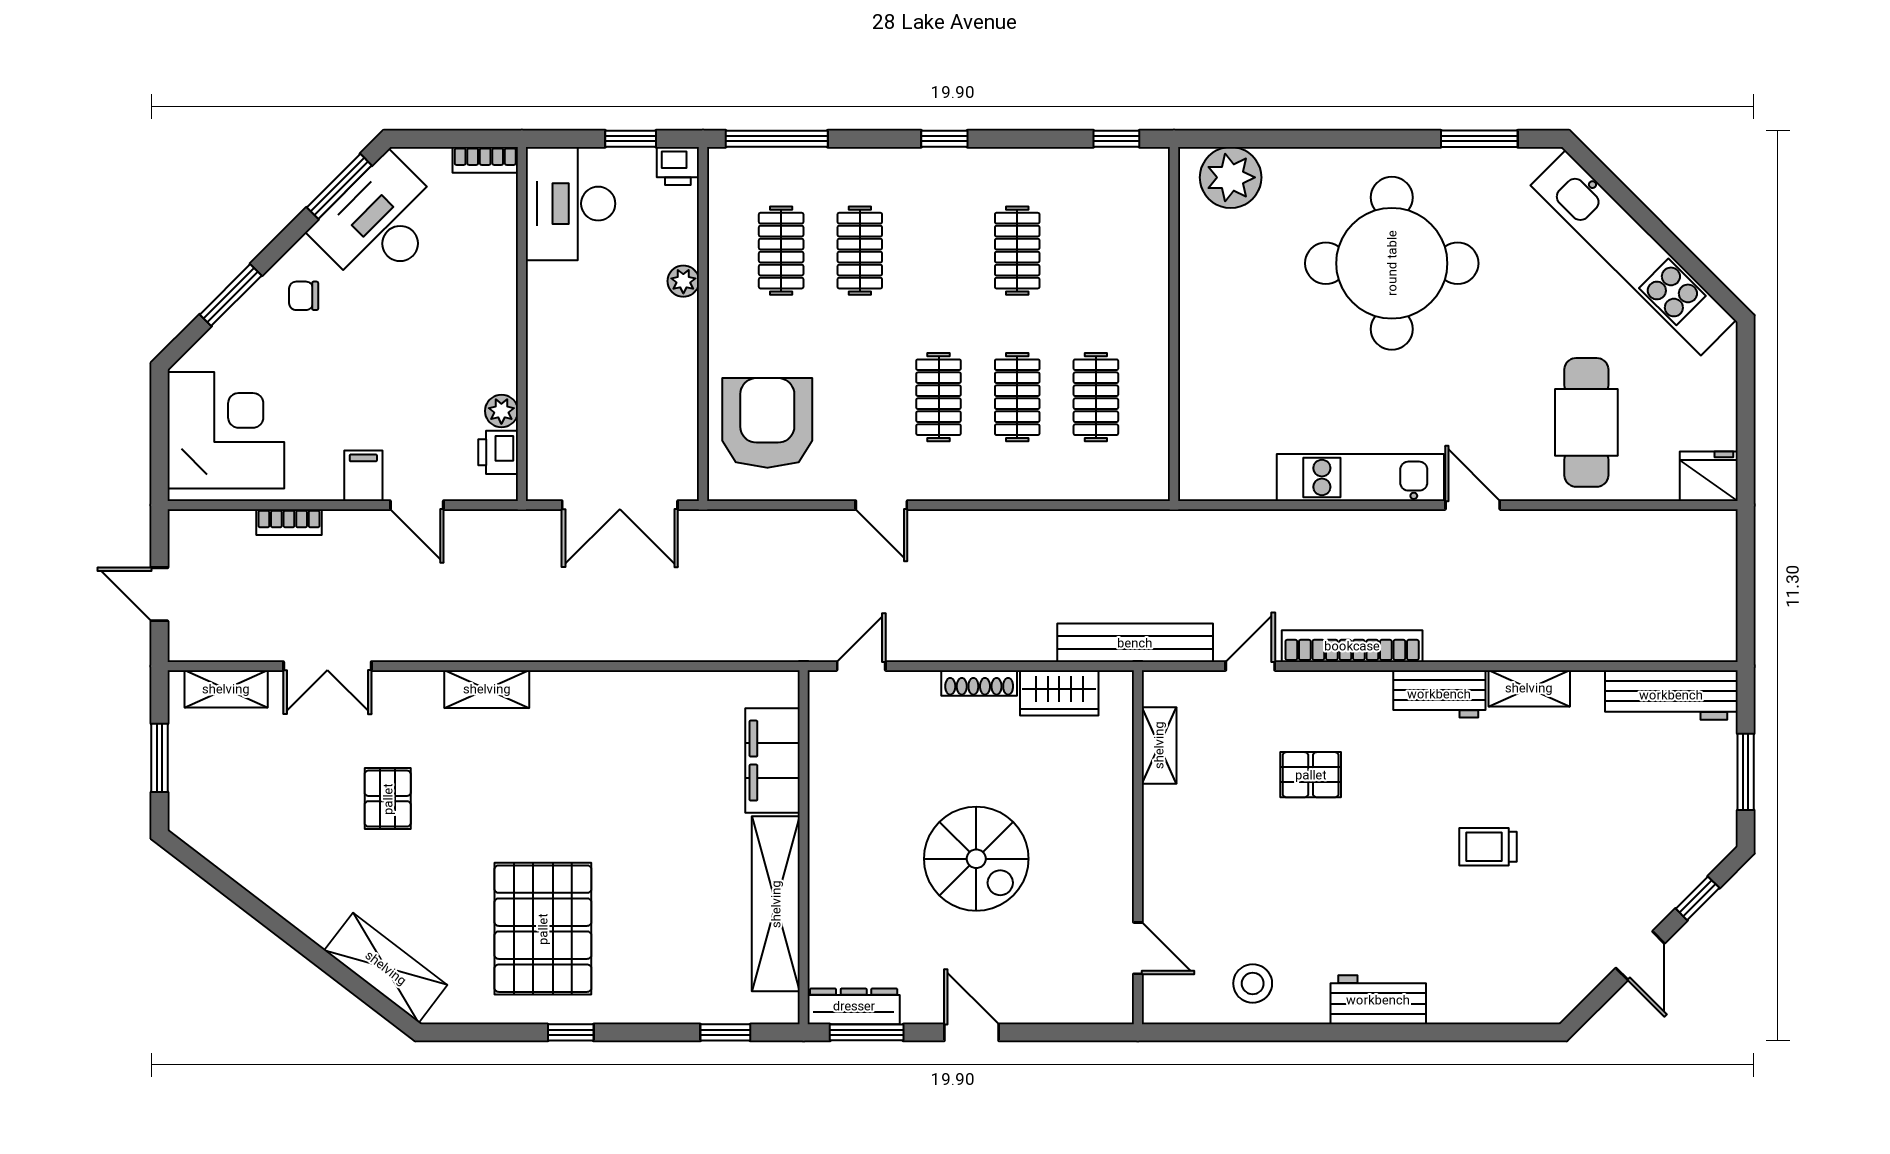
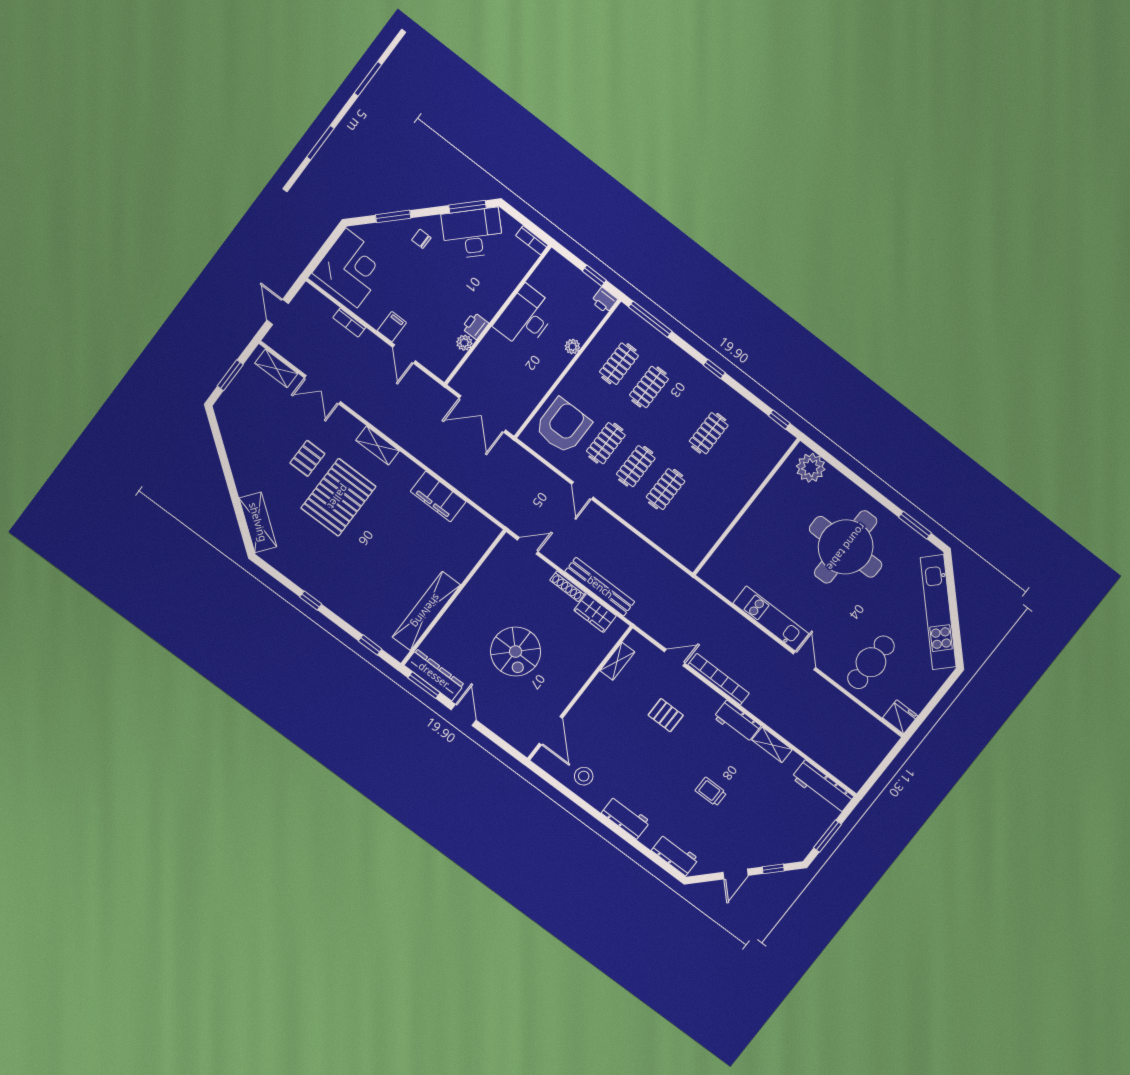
desk: (571, 204) -> (526, 317), moved
clothes rail: (1096, 397) -> (606, 443), moved
printer: (498, 452) -> (475, 326), moved
bench: (1135, 643) -> (600, 587), moved
filing cabinet: (772, 761) -> (438, 497), moved, turned -90
pallet: (543, 929) -> (338, 497), moved
door: (1138, 948) -> (551, 731), width x1.37
workbench: (1511, 1000) -> (675, 855), added
dresser: (854, 1006) -> (434, 675), width x1.37, depth x1.24

